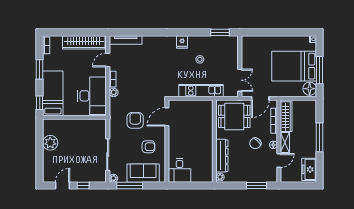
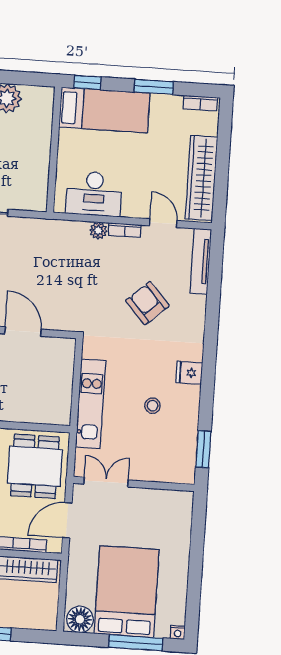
window: (320, 70) -> (136, 643), moved
double door: (240, 80) -> (106, 482), swing flipped
desk: (92, 96) -> (94, 194), width x0.73, depth x0.77
door: (260, 98) -> (67, 520), hinge flipped
door: (167, 117) -> (23, 331), moved
armchair: (135, 120) -> (147, 303), moved, turned -132

